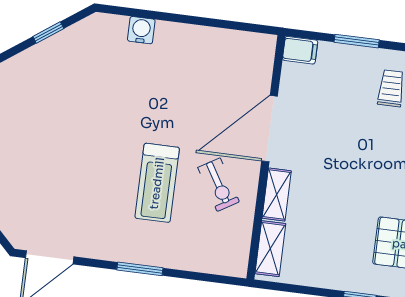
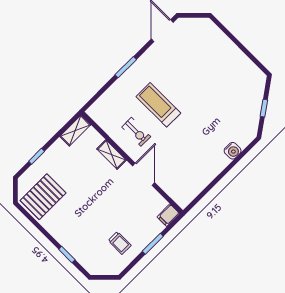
door: (270, 129) -> (144, 174), width x0.73
exercise bike: (219, 185) -> (136, 132), turned -149
shelving: (270, 249) -> (75, 131), moved, turned 90

